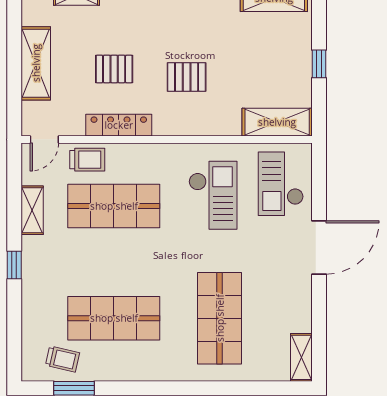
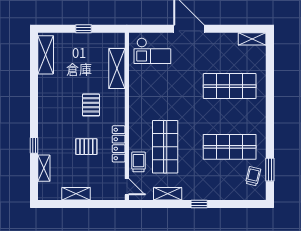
shelving: (36, 63) -> (76, 194), width x0.67, depth x0.75
pallet: (114, 69) -> (86, 147), turned 90
shelving: (277, 122) -> (117, 69), moved
checkout: (213, 195) -> (159, 90), removed
shop shelf: (114, 318) -> (230, 147), turned 90

